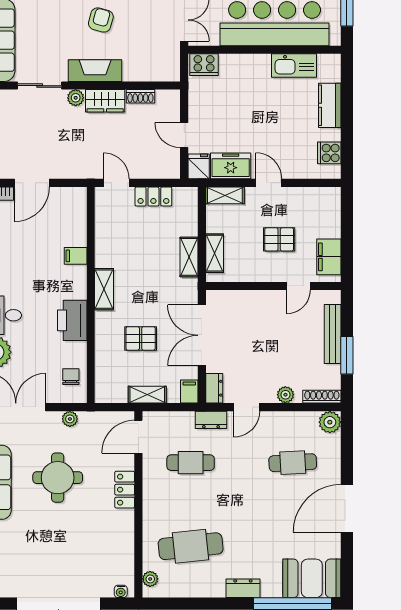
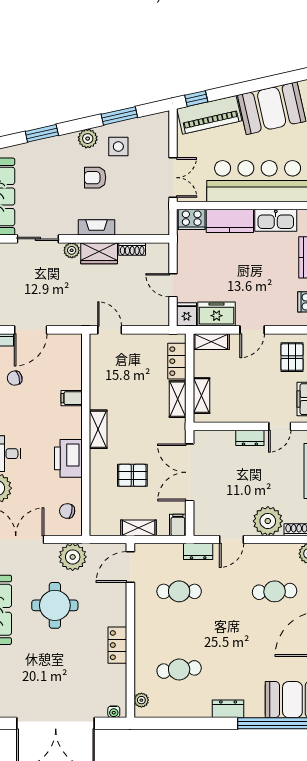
armchair: (101, 20) -> (95, 178), turned -105
kitchen counter: (245, 66) -> (230, 221), added
fireplace: (95, 71) -> (96, 227), width x0.73, depth x0.76
door: (269, 183) -> (252, 330), swing flipped
locker: (153, 196) -> (177, 361), moved, turned 90
chair: (15, 234) -> (15, 378), added
pallet: (279, 239) -> (292, 357), moved, turned 90
chair: (71, 377) -> (67, 511), turned -78
dresser: (214, 388) -> (250, 438), moved, turned 90
plant: (285, 395) -> (268, 521), width x1.87, depth x1.87
plant: (70, 419) -> (73, 557), width x1.87, depth x1.87
locker: (125, 490) -> (117, 645), moved
cafe table: (191, 546) -> (179, 670), width x0.73, depth x0.74

